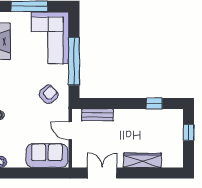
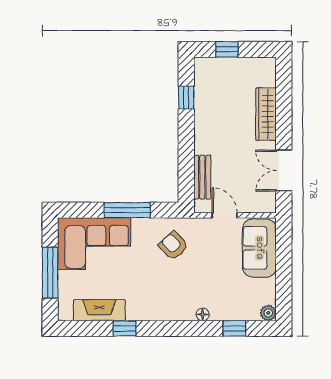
window: (74, 61) -> (127, 210), width x0.68
door: (70, 131) -> (225, 215), swing flipped

